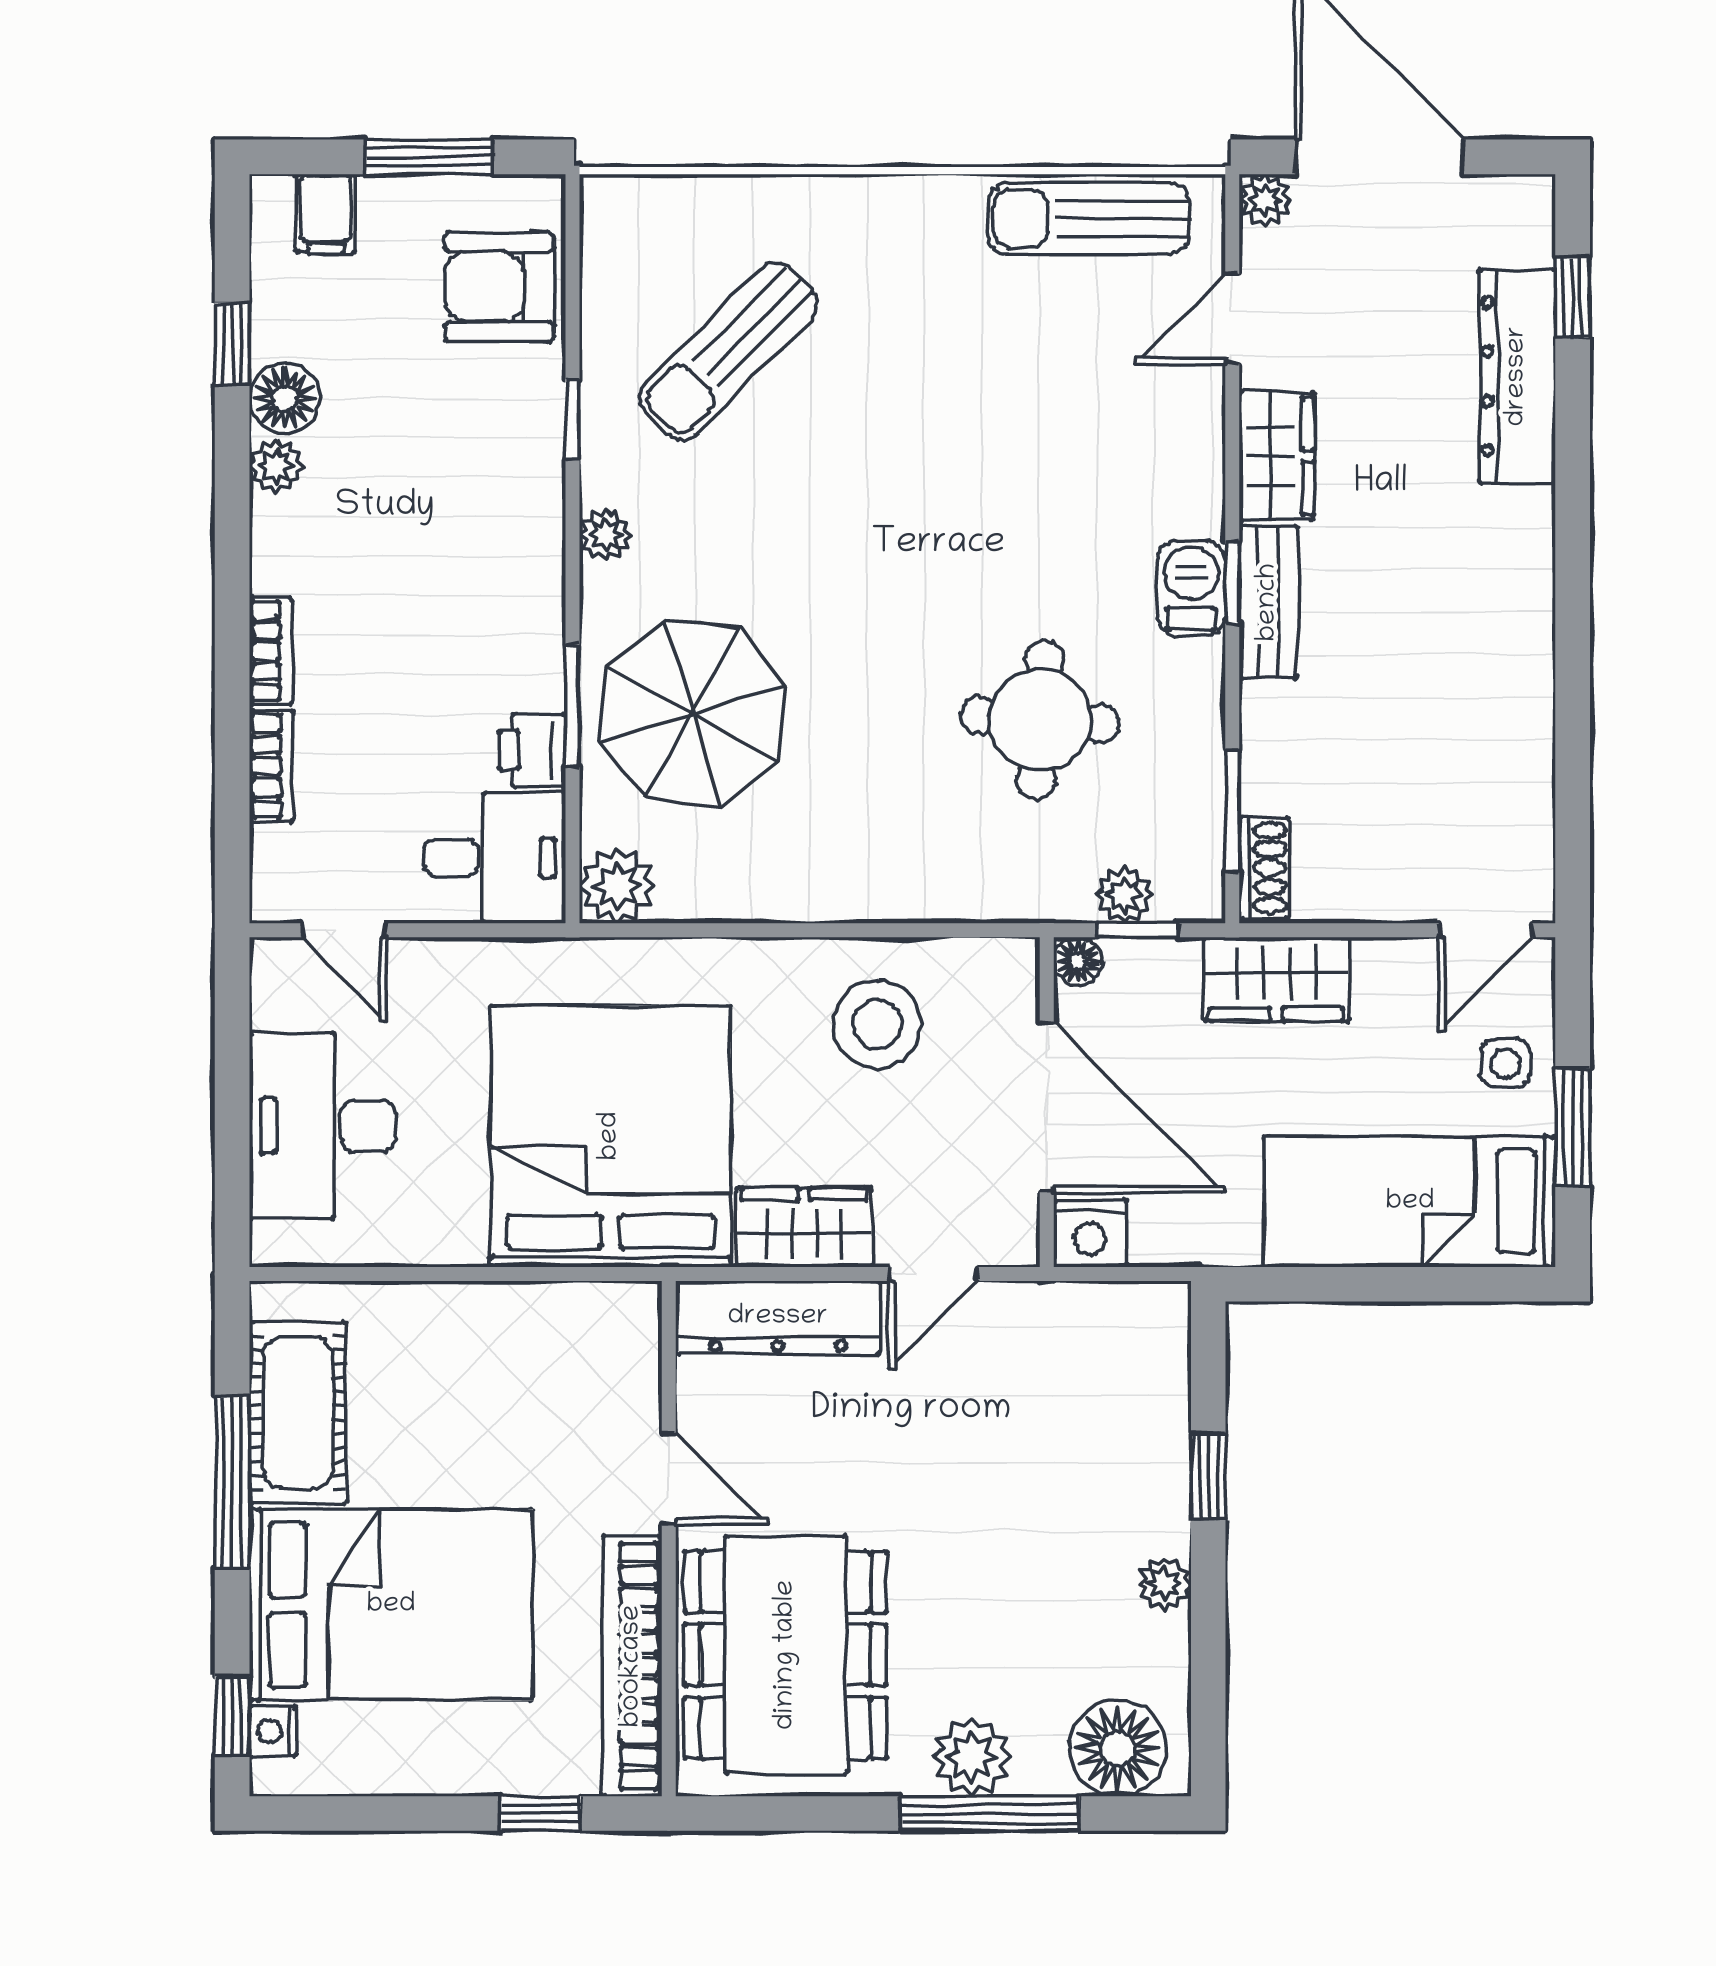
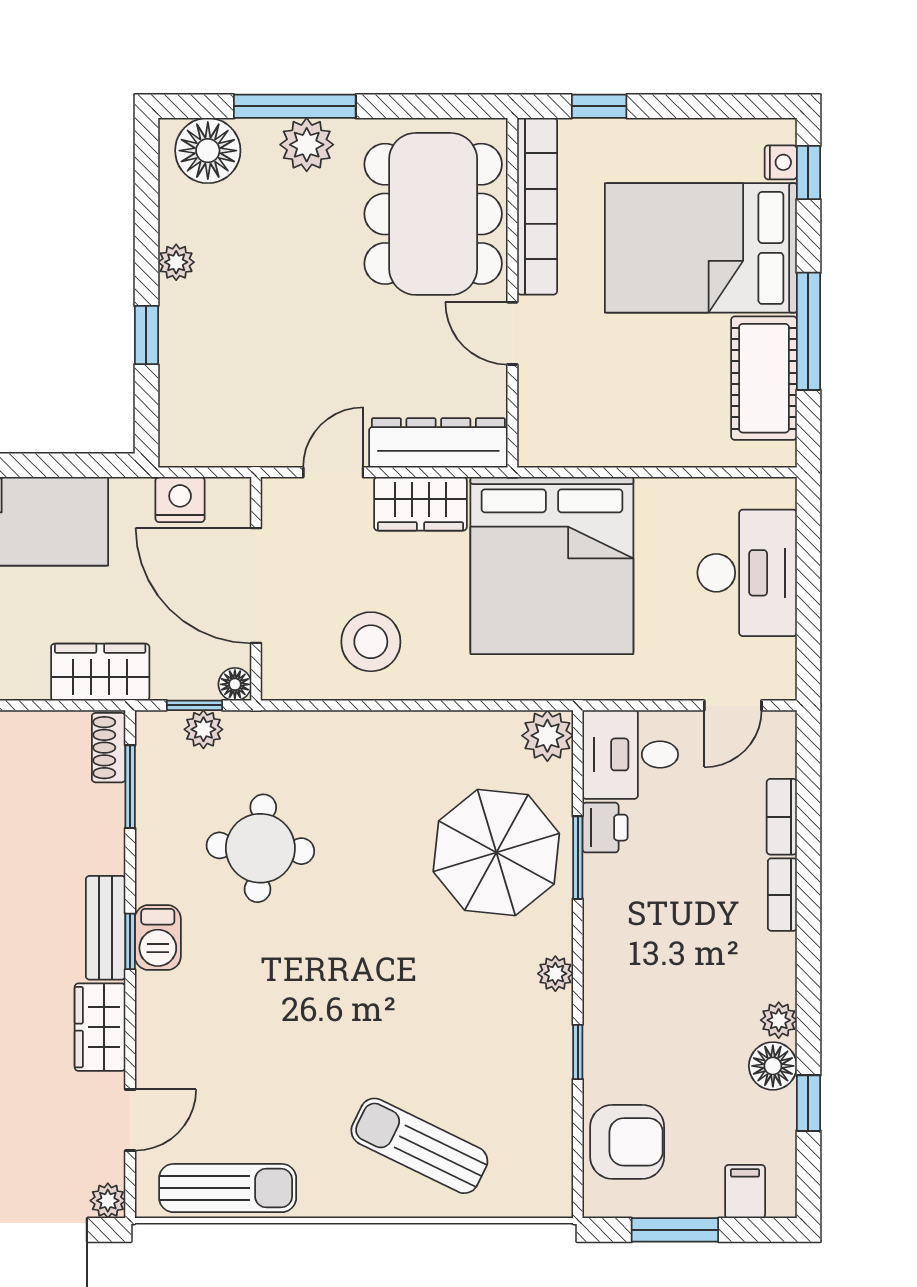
sun lounger: (729, 351) -> (419, 1146), moved, turned -109
door: (344, 930) -> (733, 705), swing flipped
nightstand: (1090, 1234) -> (180, 500), moved

